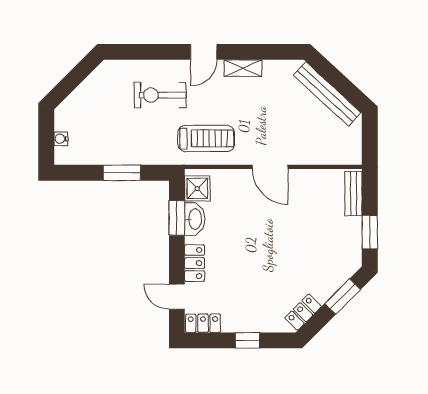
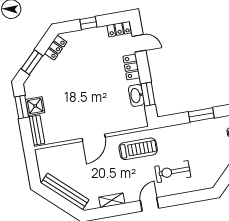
shelving: (243, 68) -> (112, 200), moved
exercise bike: (160, 95) -> (173, 172), turned 180
treadmill: (206, 138) -> (138, 149), turned 180
door: (270, 167) -> (94, 138), swing flipped
window: (122, 173) -> (201, 115), moved
shower: (197, 188) -> (35, 106), moved

